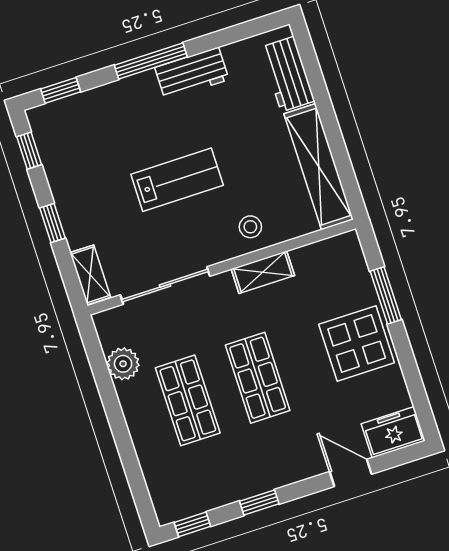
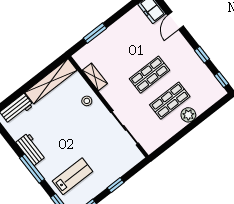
lab bench: (177, 180) -> (73, 176), moved, turned 90
shelving: (263, 272) -> (95, 77), moved
shelving: (90, 275) -> (132, 161), removed
display table: (357, 344) -> (120, 38), removed
plant: (123, 364) -> (188, 115), moved

